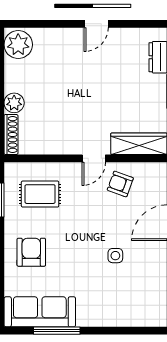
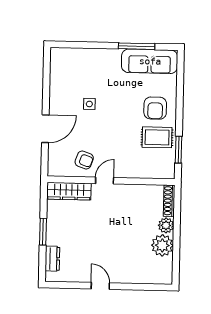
door: (96, 24) -> (100, 286), hinge flipped
plant: (18, 45) -> (162, 245), moved
rug: (40, 194) -> (157, 137), moved

